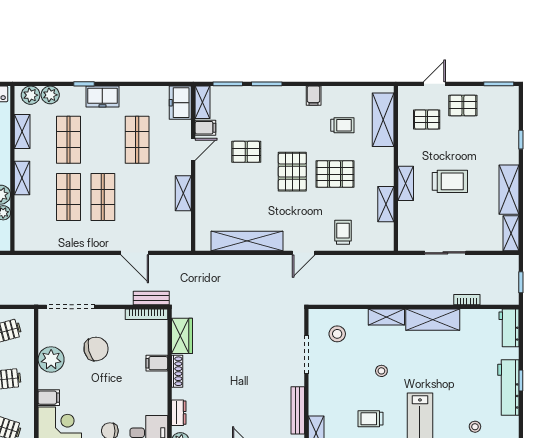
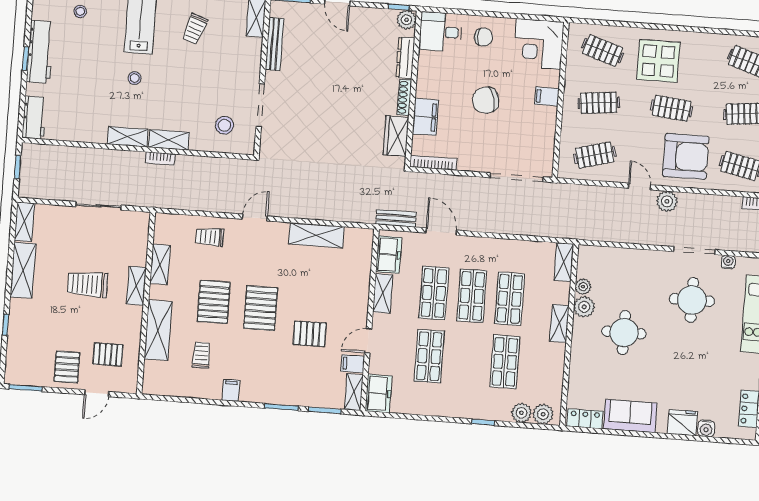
freezer: (102, 97) -> (389, 255), moved, turned 90
pallet: (463, 105) -> (67, 367), turned 90
shelving: (383, 120) -> (158, 330), moved
trolley: (342, 125) -> (201, 355), turned 90
shelving: (22, 132) -> (564, 262), moved
pallet: (335, 174) -> (214, 302), turned 90
shop shelf: (137, 197) -> (434, 293), added
trolley: (343, 232) -> (210, 237), turned 90
shelving: (247, 241) -> (316, 235), width x0.68
bench: (151, 298) -> (396, 218), moved
bookcase: (467, 300) -> (160, 158), moved
shelving: (433, 320) -> (128, 137), width x0.67, depth x0.75
chair: (96, 349) -> (486, 100), moved
plant: (51, 360) -> (542, 121), removed
filing cabinet: (157, 363) -> (425, 117), width x2.00
stool: (381, 371) -> (135, 78), moved
filing cabinet: (49, 398) -> (547, 96), moved
dresser: (179, 413) -> (405, 58), width x1.44
trolley: (371, 419) -> (195, 29), turned 109

